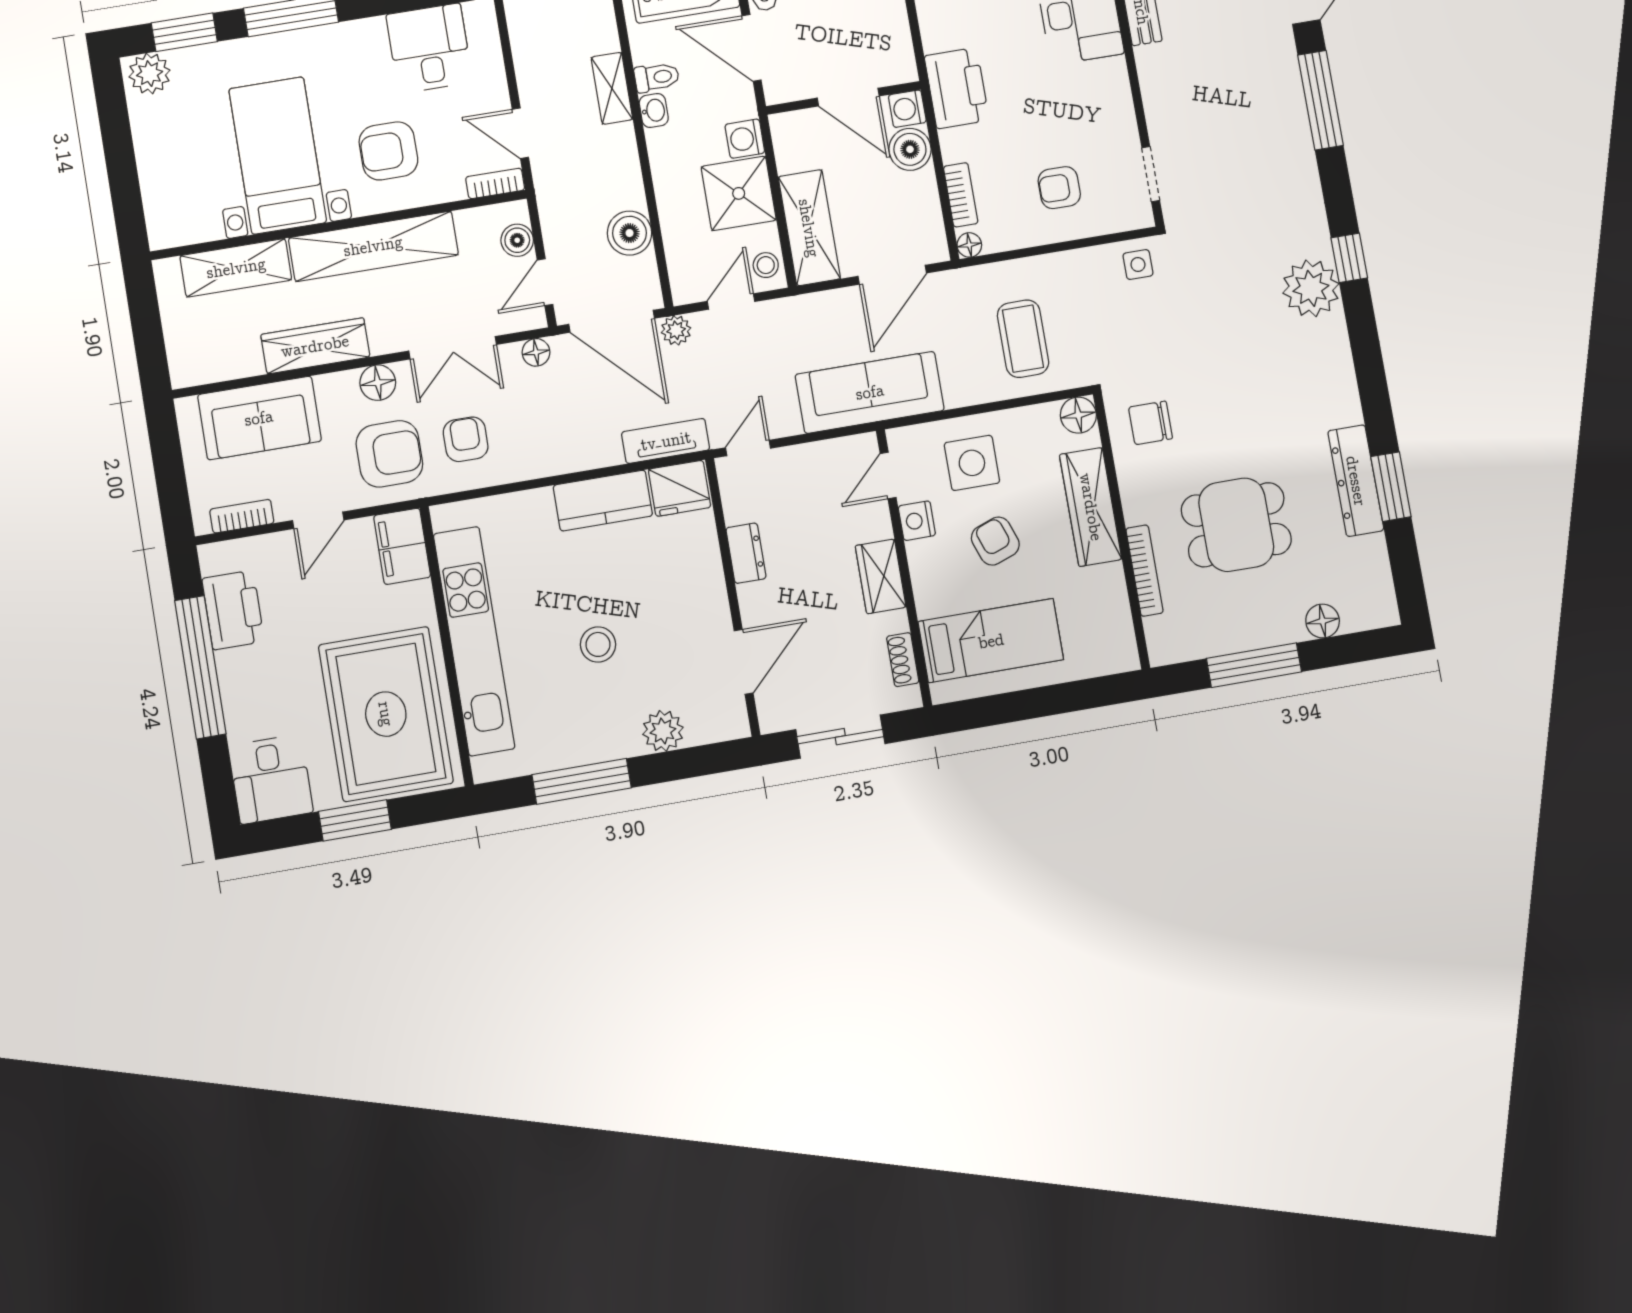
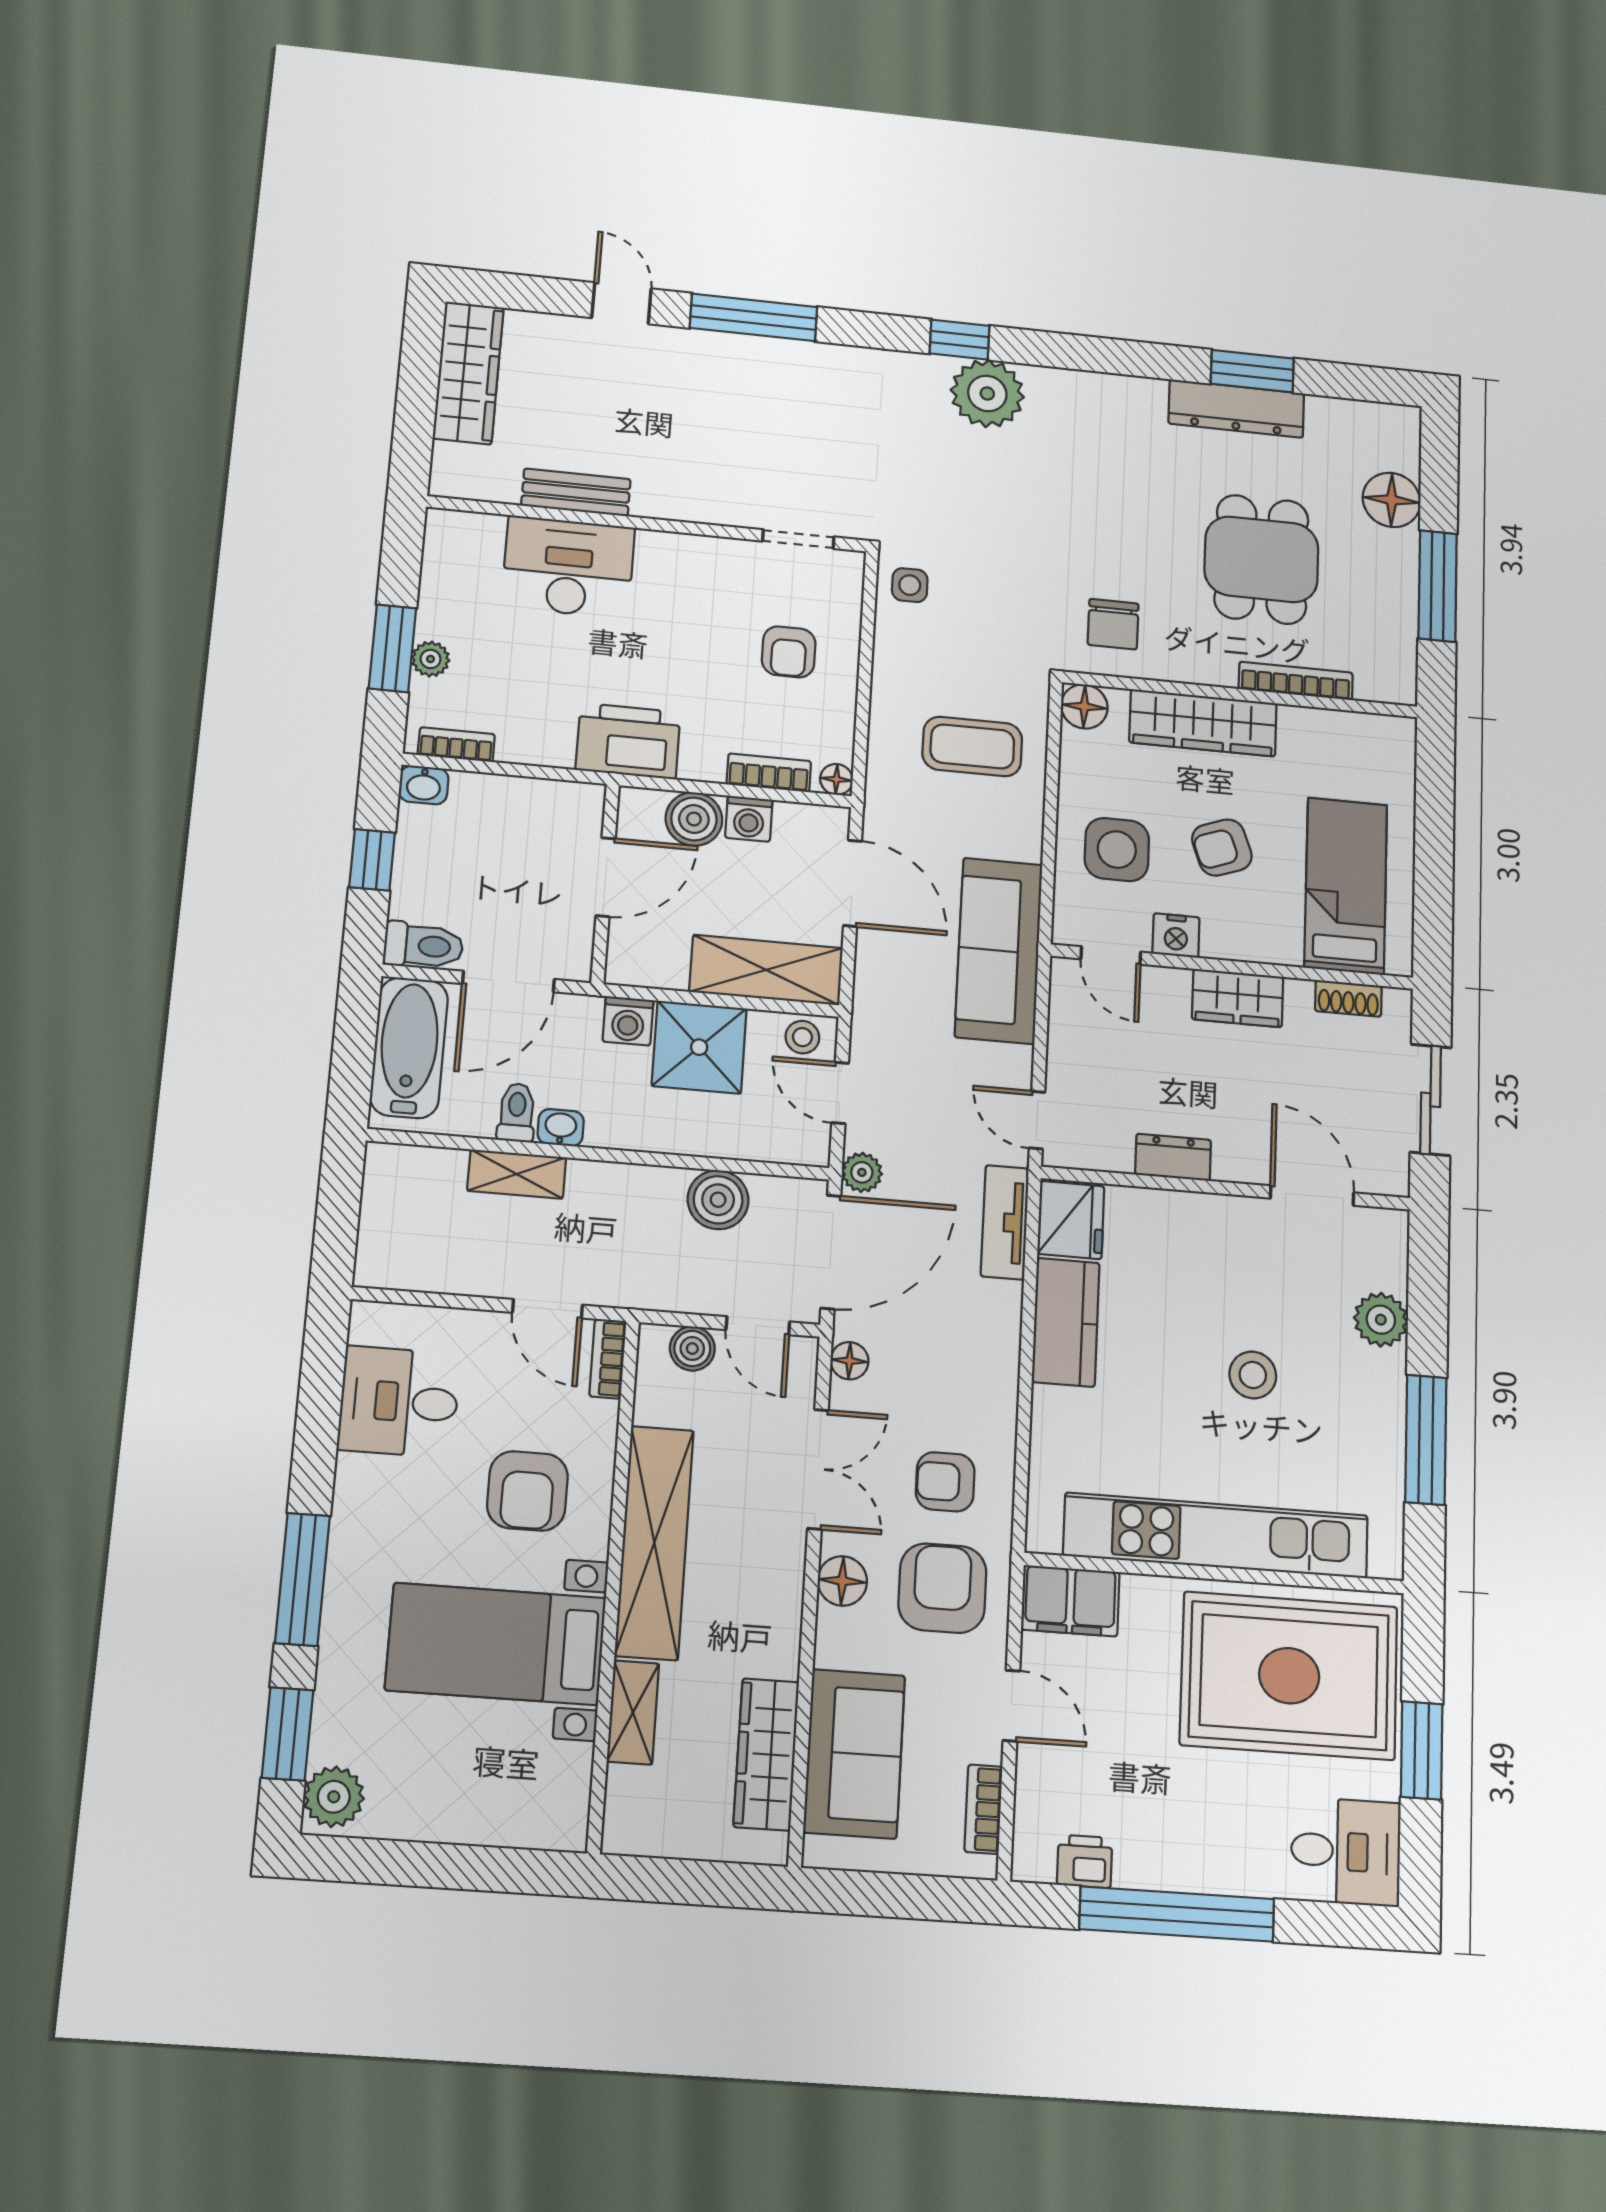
washing machine: (907, 109) -> (749, 819), moved
door: (520, 133) -> (547, 1309), hinge flipped
shelving: (236, 268) -> (633, 1712), width x0.67, depth x0.75
wardrobe: (315, 346) -> (766, 1754), moved
printer: (233, 610) -> (1085, 1861), width x0.53, depth x0.68
floor lamp: (1323, 621) -> (1392, 500), width x1.38, depth x1.38

